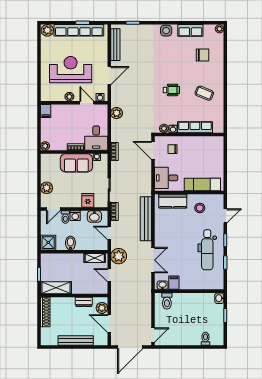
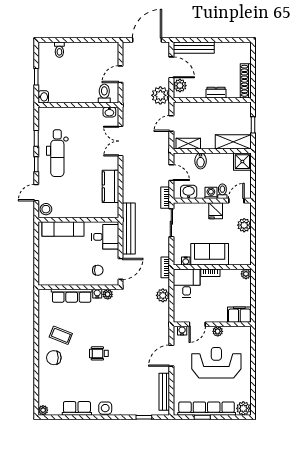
chair: (202, 55) -> (54, 358), moved
reception desk: (71, 70) -> (216, 363), turned 180
wheelchair: (171, 90) -> (99, 353), moved
door: (87, 103) -> (197, 324), hinge flipped
filing cabinet: (46, 111) -> (239, 315), width x2.00
plant: (117, 113) -> (163, 295), moved
door: (153, 150) -> (120, 269), hinge flipped
fridge: (88, 200) -> (216, 211), moved
kitchen counter: (173, 201) -> (110, 186), moved, turned -90
stool: (200, 208) -> (46, 209), moved
bench: (146, 219) -> (129, 229), moved
bidet: (70, 243) -> (201, 161), moved
dental chair: (207, 250) -> (57, 153), turned 180
plant: (119, 256) -> (160, 95), moved
door: (109, 275) -> (171, 123), swing flipped
filing cabinet: (174, 283) -> (96, 115), removed
shelving: (56, 288) -> (233, 142), moved
dresser: (84, 302) -> (216, 93), moved
door: (153, 335) -> (120, 74), moved
bench: (76, 340) -> (194, 48), moved

